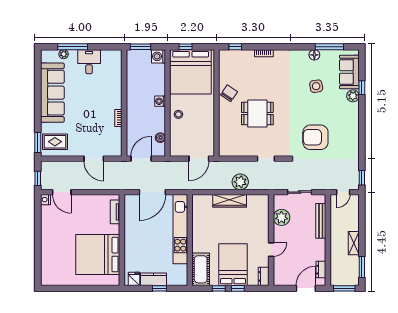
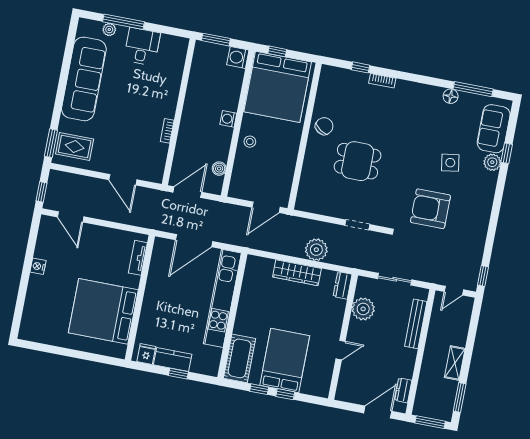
window: (235, 47) -> (360, 67), moved
side table: (316, 86) -> (450, 163), moved
nightstand: (45, 200) -> (38, 266), moved
dresser: (264, 276) -> (343, 285), moved

